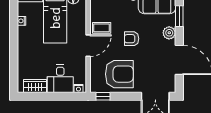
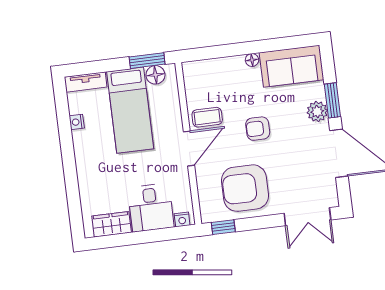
window: (179, 16) -> (332, 100), moved
armchair: (119, 74) -> (245, 188), turned 180

